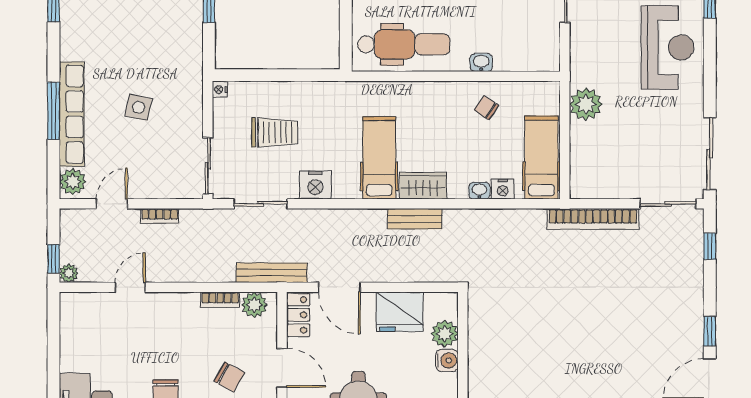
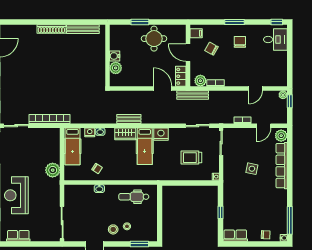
dental chair: (404, 44) -> (134, 197), width x0.73, depth x0.72
window: (54, 111) -> (290, 167), removed
nightstand: (315, 185) -> (161, 134), moved
fridge: (399, 312) -> (136, 78), removed

